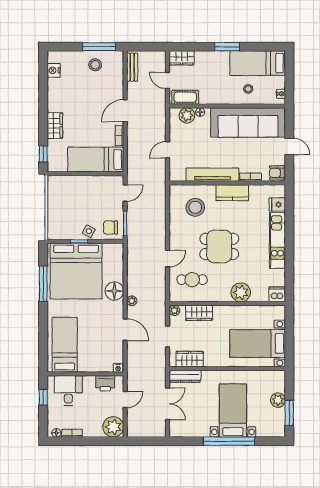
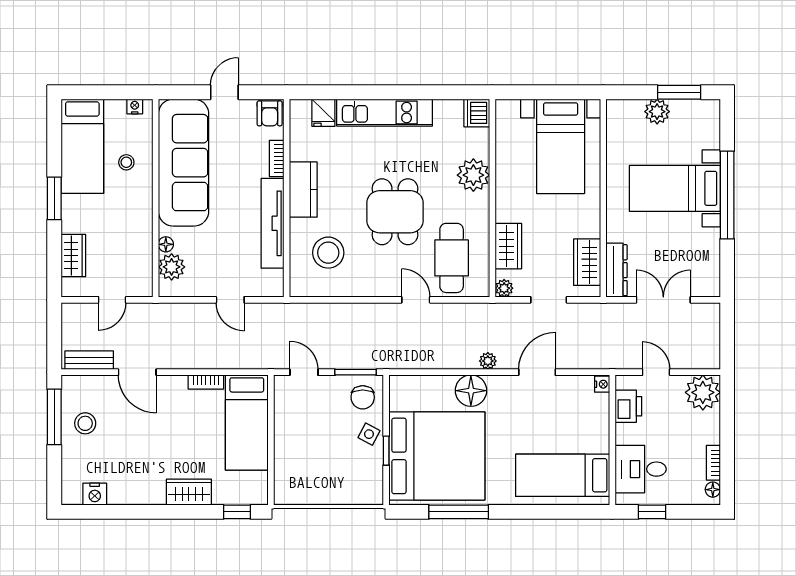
wardrobe: (182, 58) -> (73, 256), moved
cot: (185, 97) -> (141, 270), removed
door: (125, 111) -> (137, 372), moved
cafe table: (192, 280) -> (452, 258), width x1.37, depth x1.35

